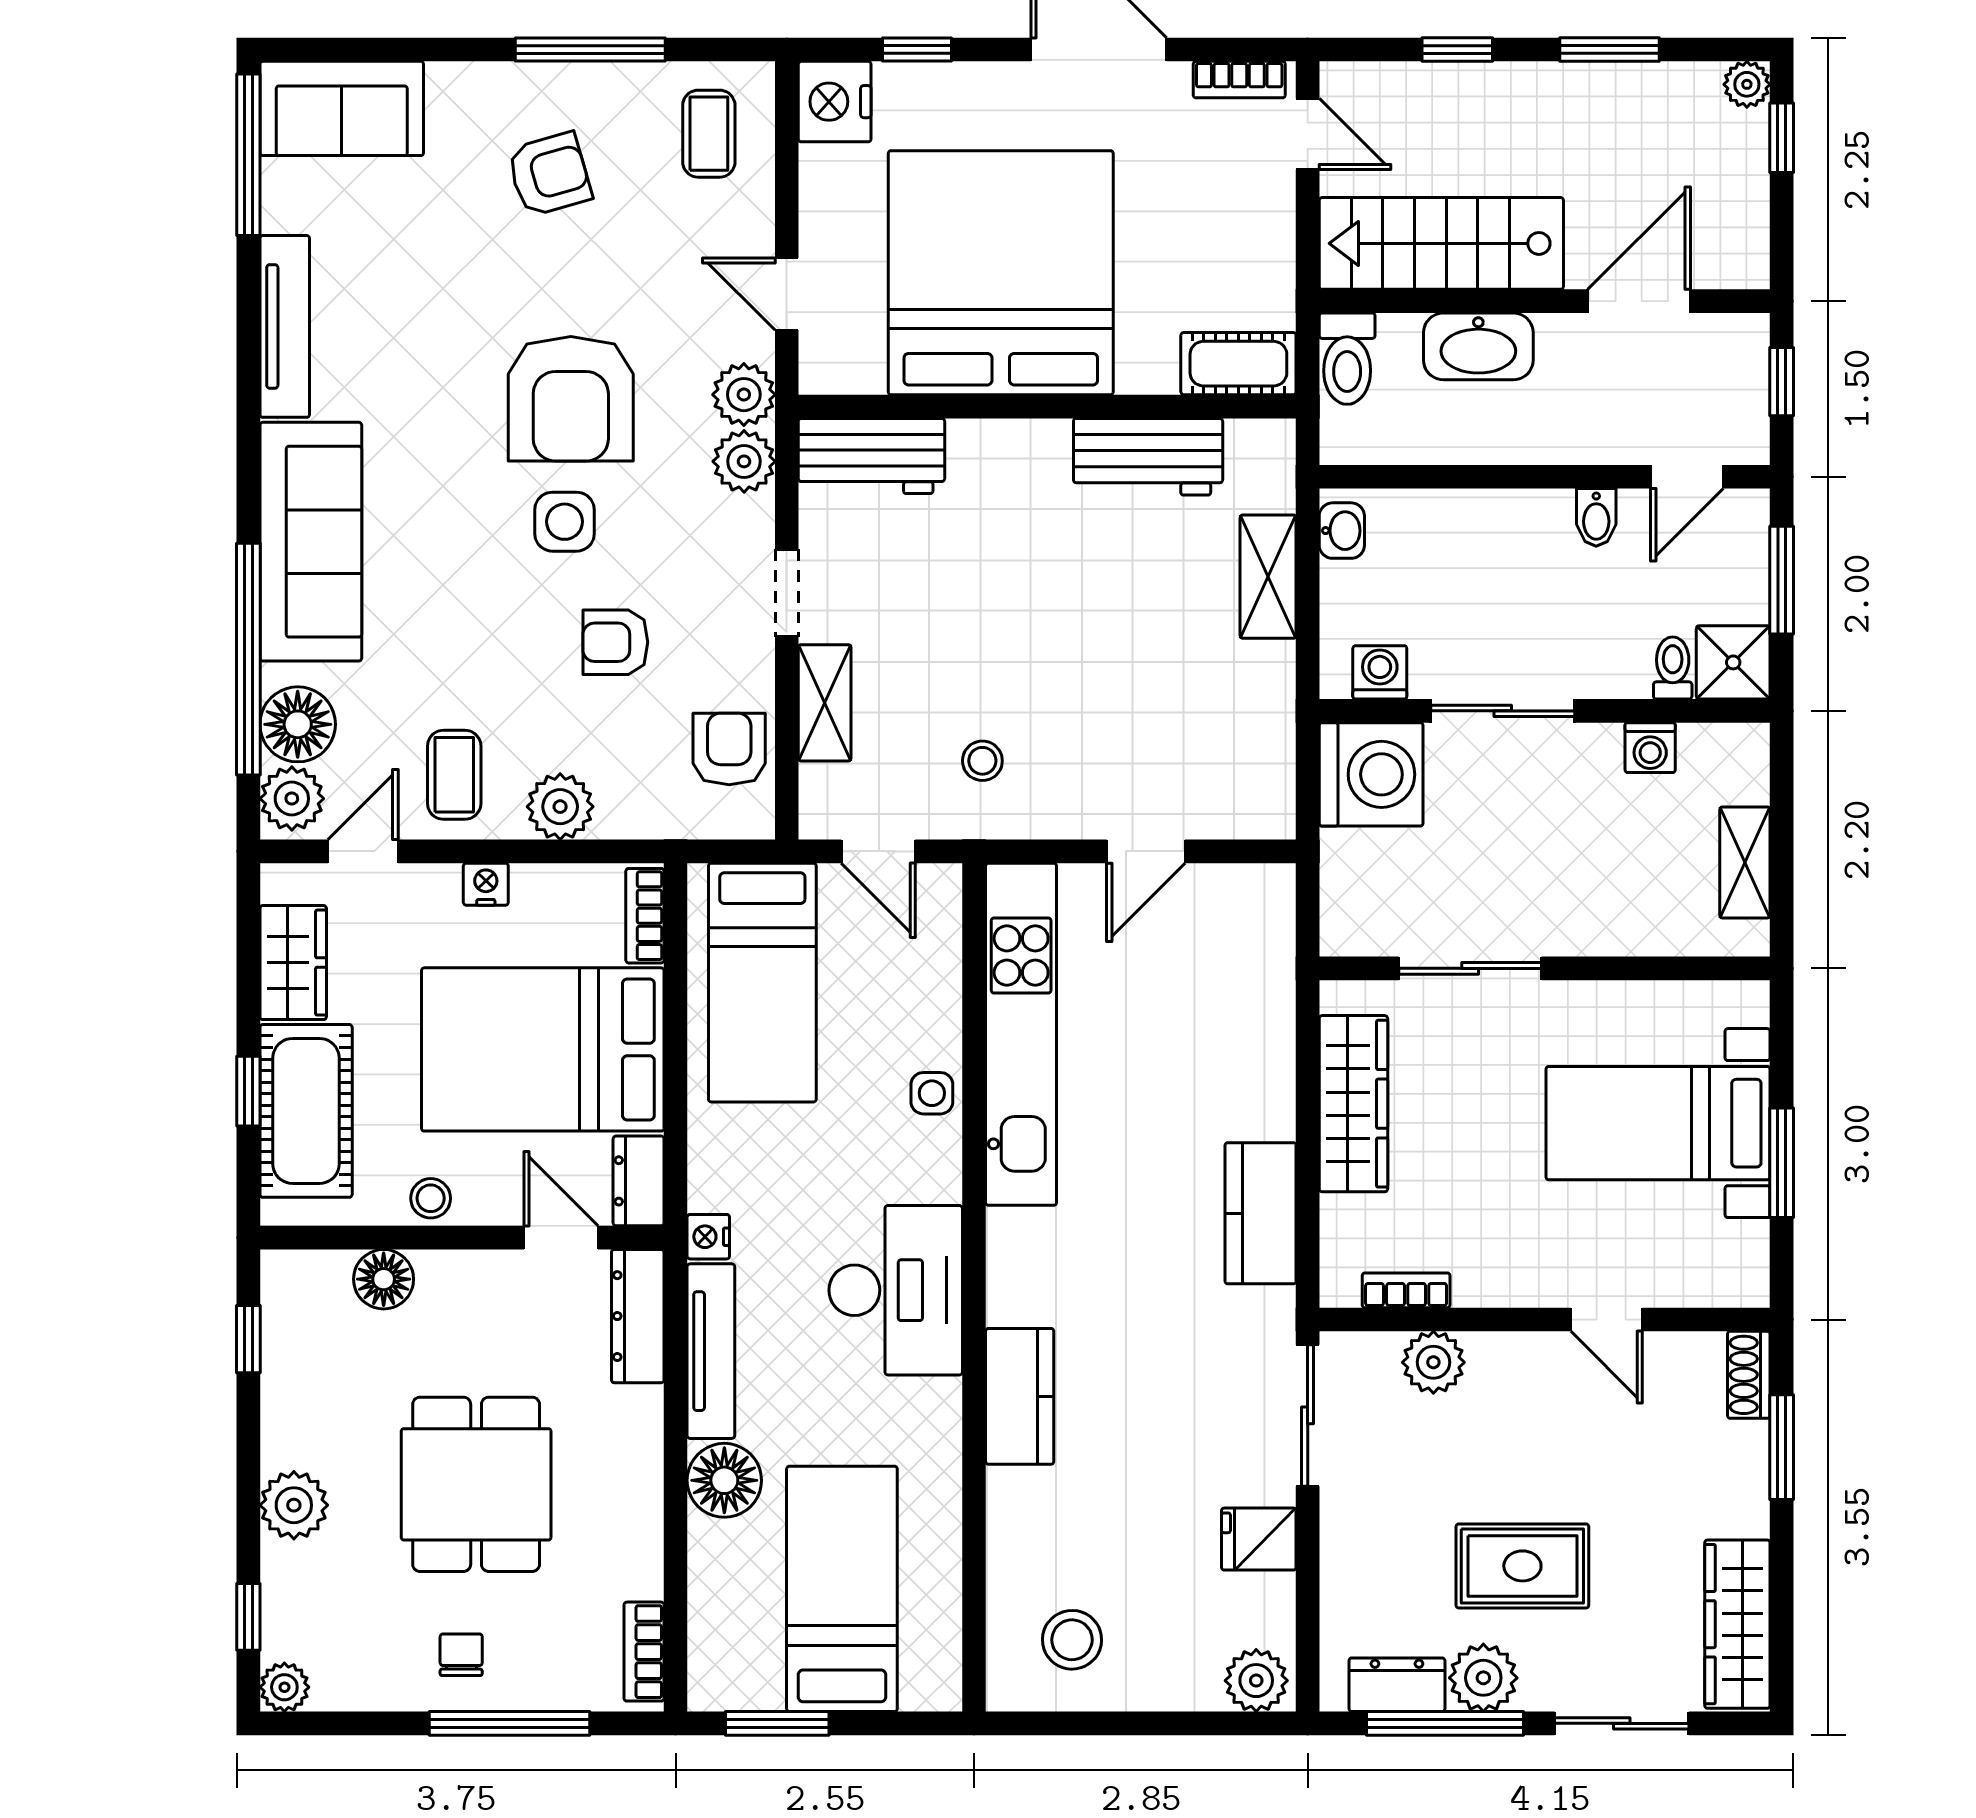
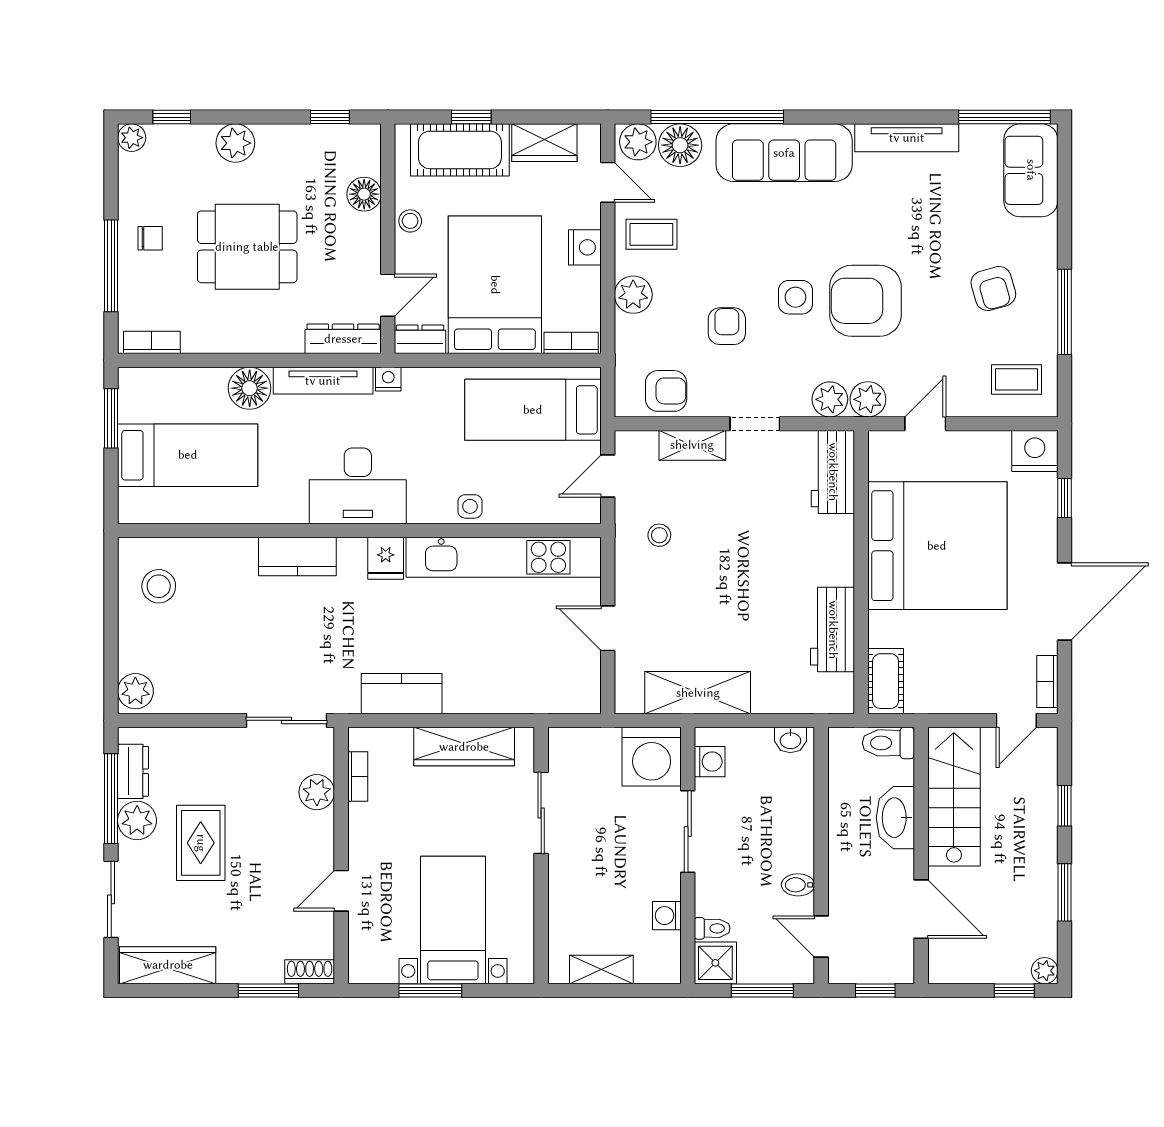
shelving: (1268, 577) -> (698, 693), moved, width x1.50, depth x1.33
nightstand: (486, 884) -> (585, 247), width x1.39, depth x1.35
fridge: (1259, 1539) -> (386, 558), moved, turned 180

